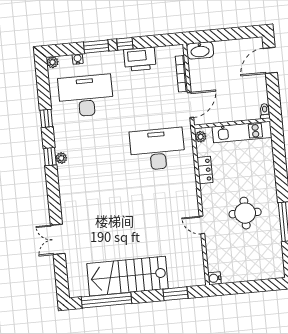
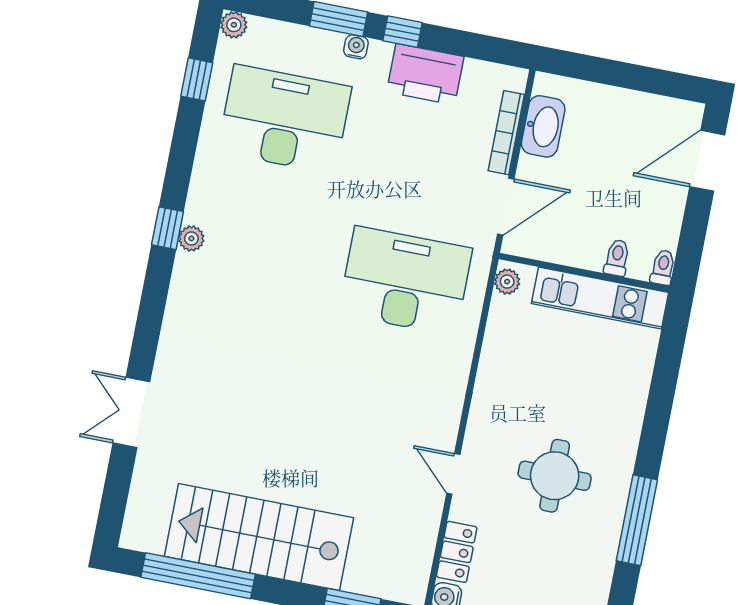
washbasin: (200, 50) -> (543, 126), moved, turned -90
water cooler: (78, 59) -> (356, 47), moved
toilet: (244, 113) -> (617, 258), added
window: (46, 118) -> (197, 79), moved
locker: (205, 170) -> (457, 552), moved

